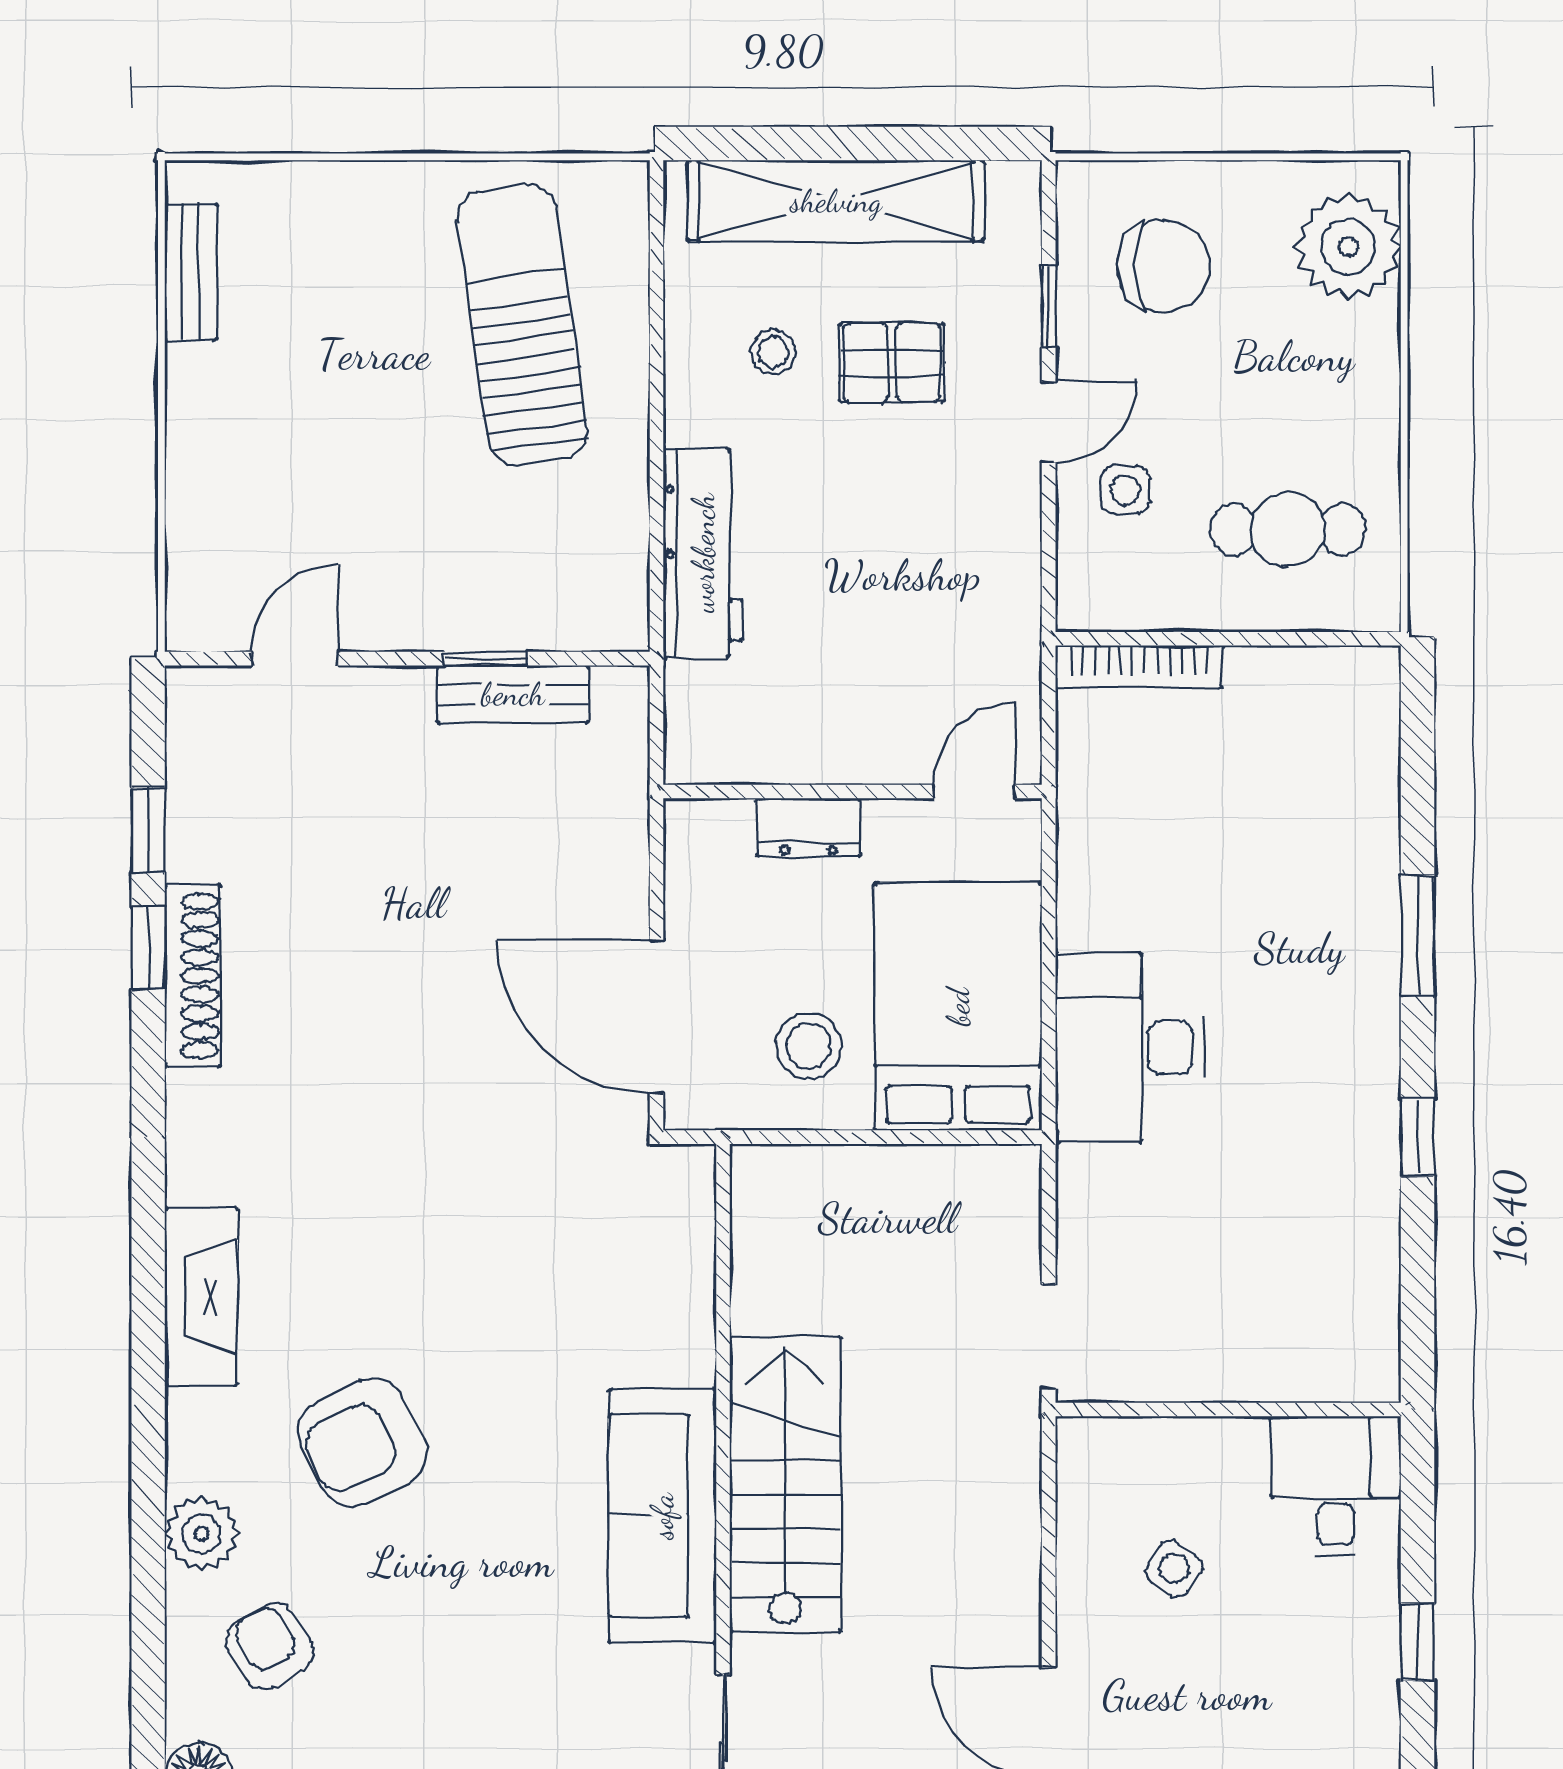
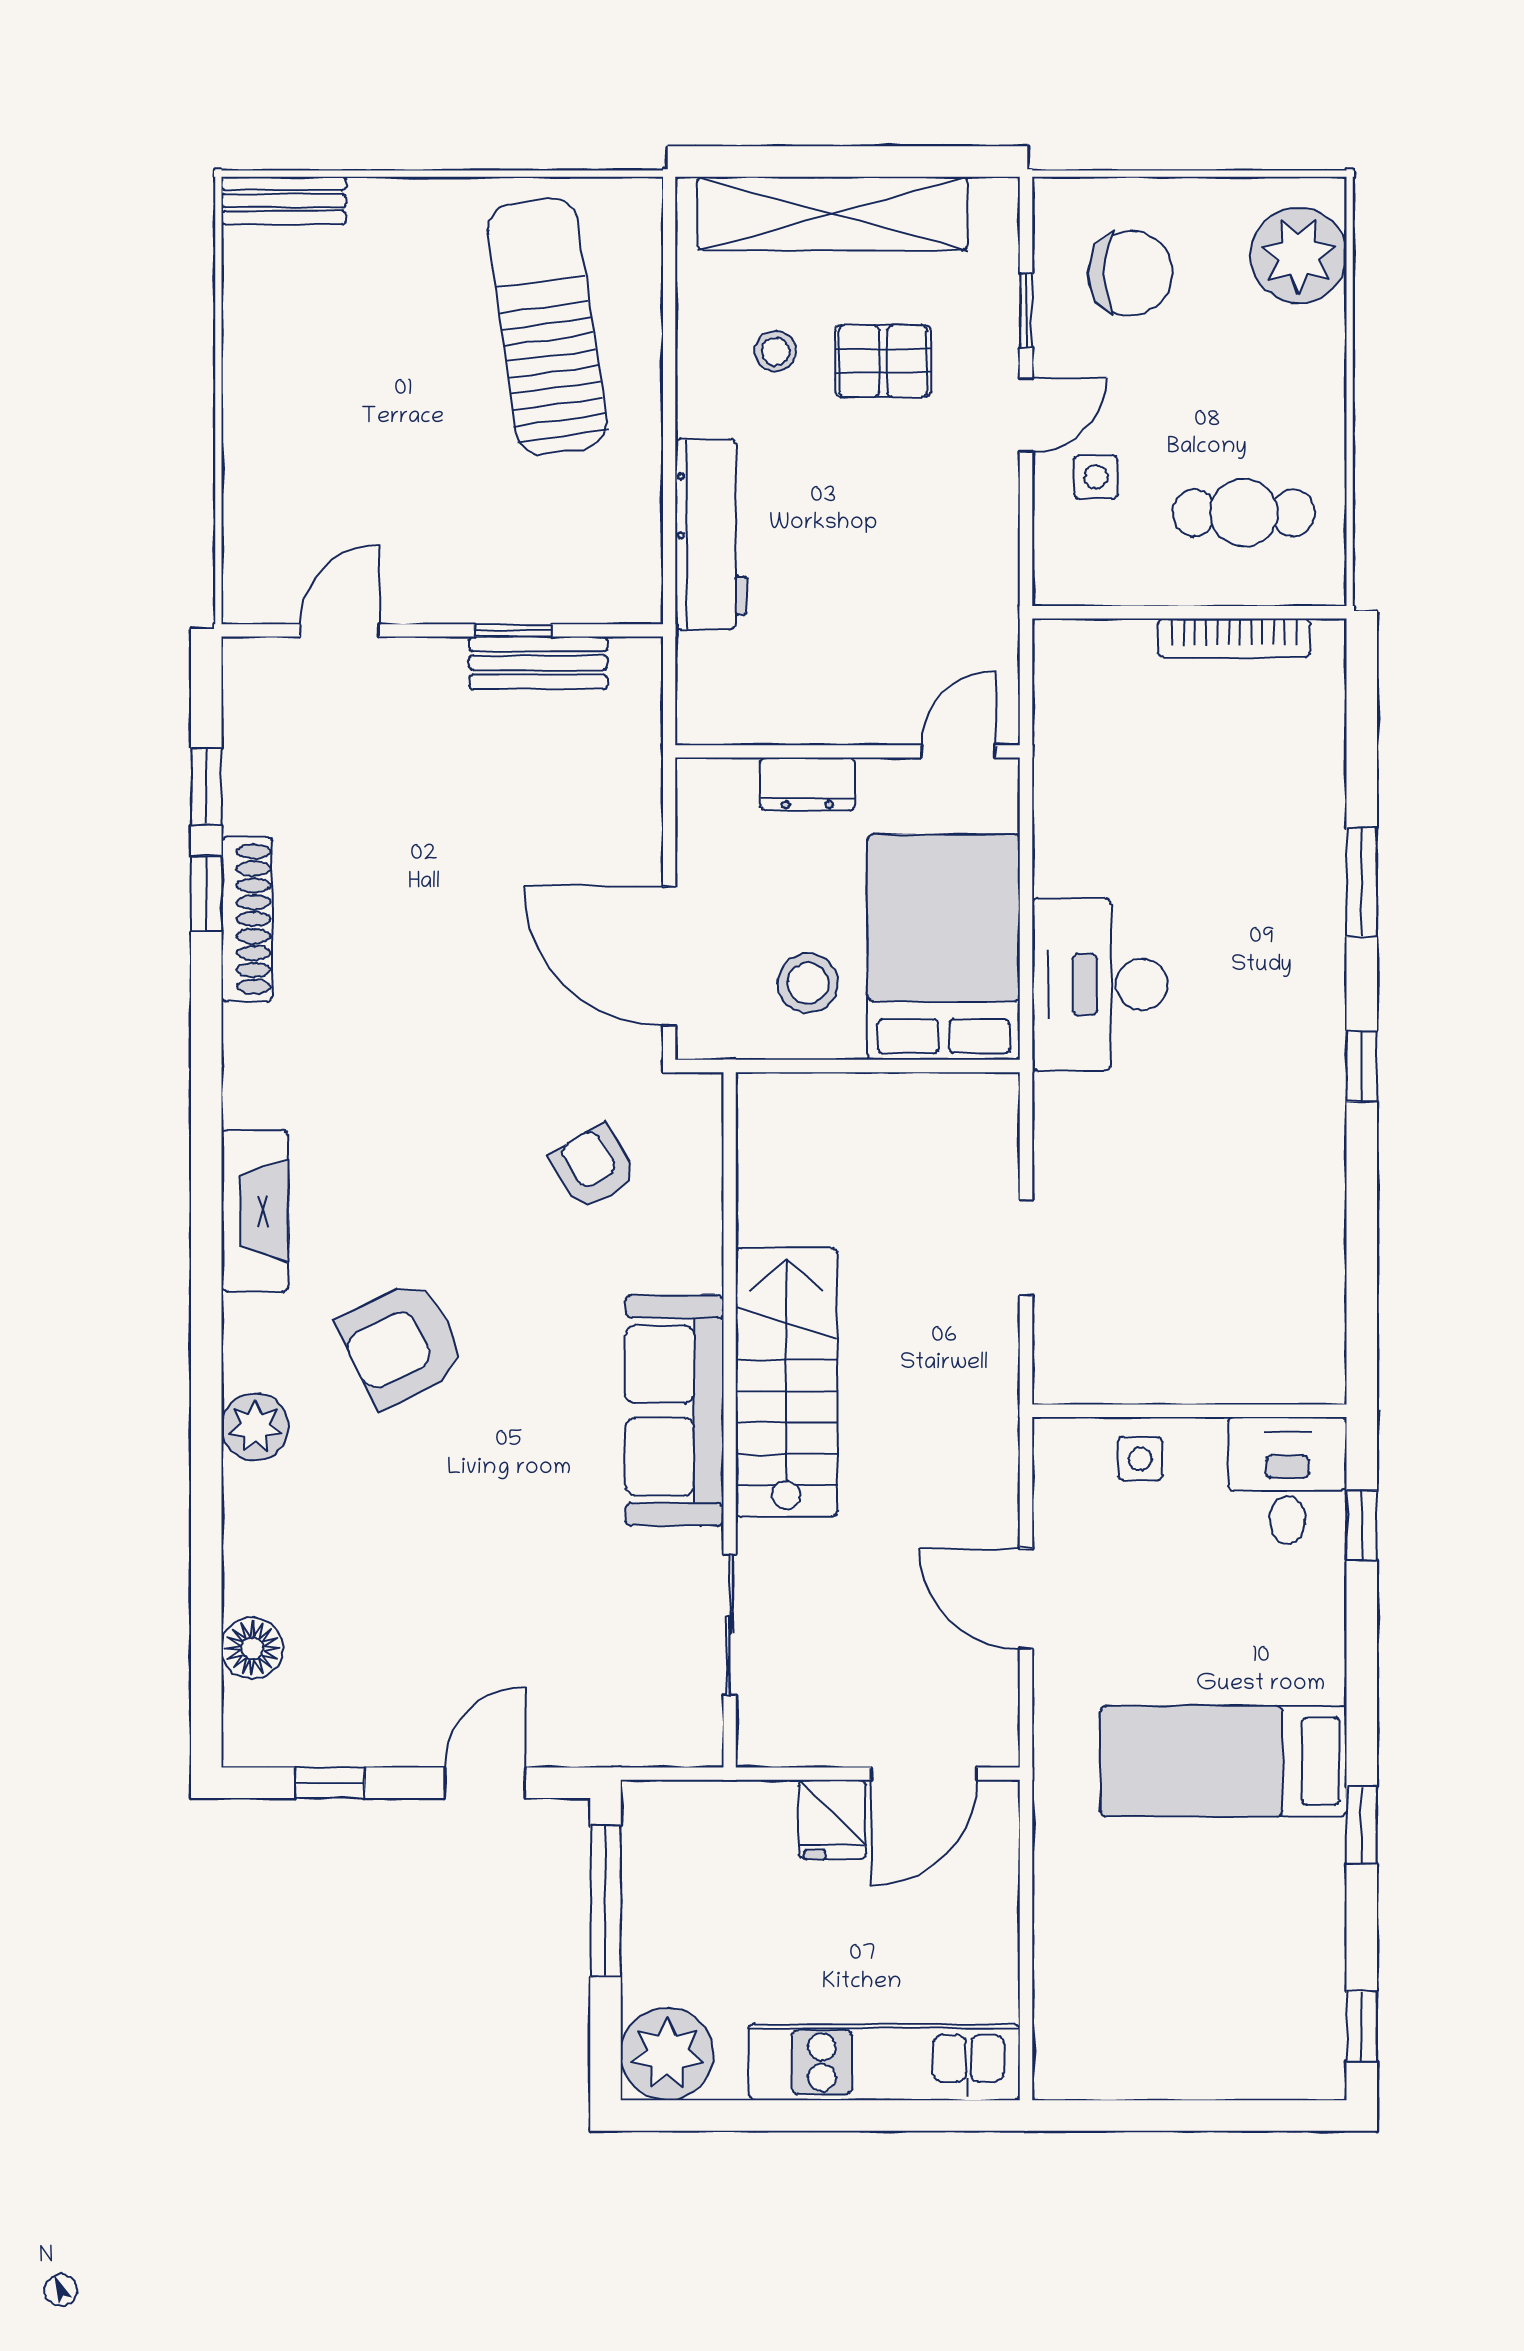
bench: (191, 272) -> (284, 201), moved, turned 90
bookcase: (1139, 667) -> (1234, 638), moved
wall: (1228, 1410) -> (1189, 1411), moved
desk: (1336, 1486) -> (1287, 1481), moved
side table: (1174, 1569) -> (1140, 1459), turned -34
armchair: (270, 1646) -> (593, 1167), moved

